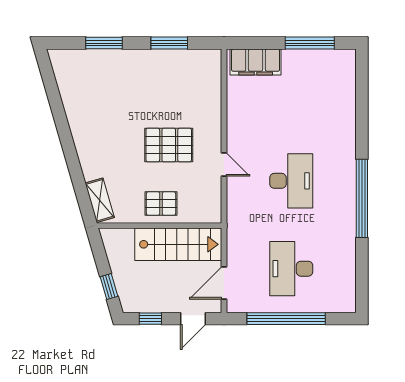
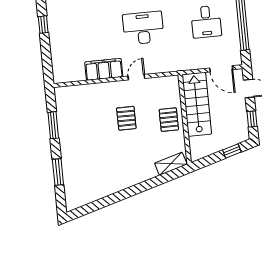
window: (310, 43) -> (43, 25), width x0.46
filing cabinet: (256, 62) -> (104, 69), moved, turned -90
pallet: (169, 145) -> (126, 118), width x0.67, depth x0.71
desk: (291, 269) -> (206, 22), width x0.73

